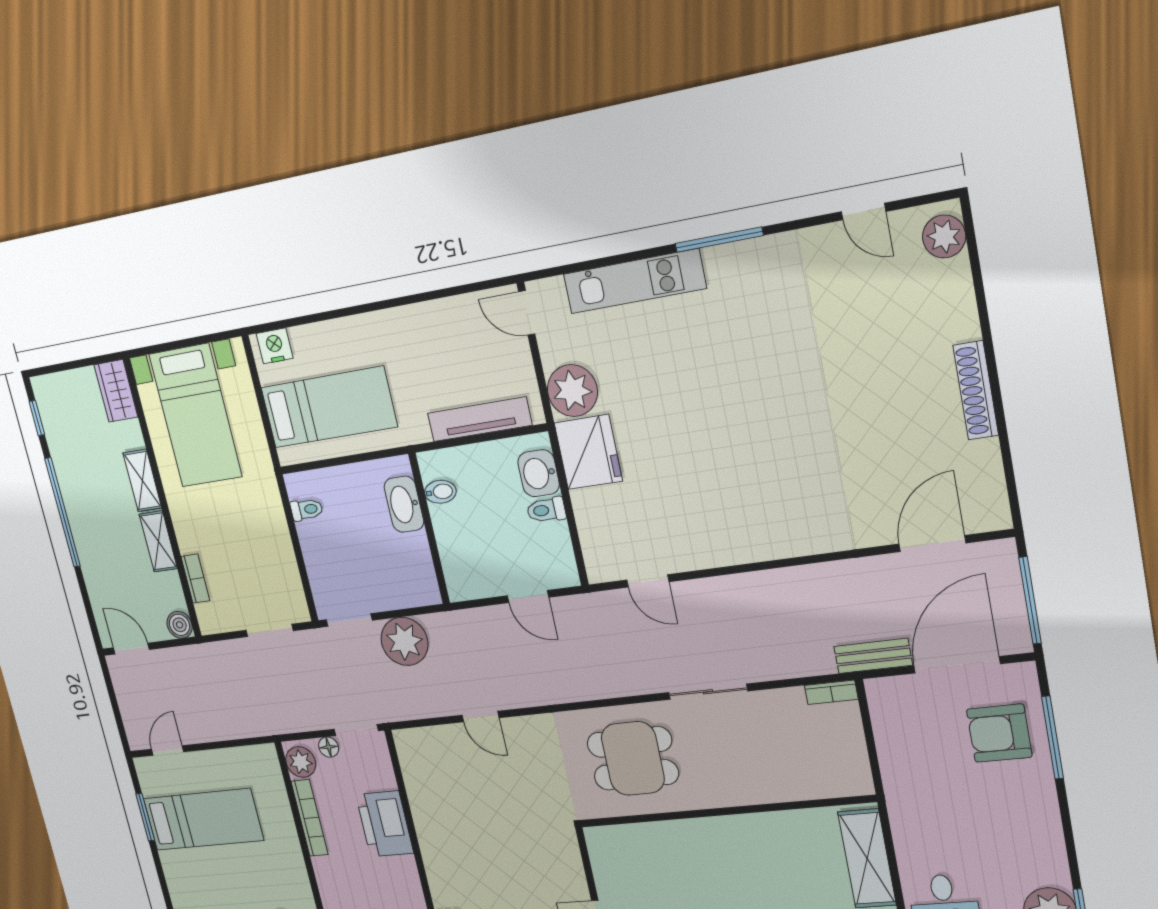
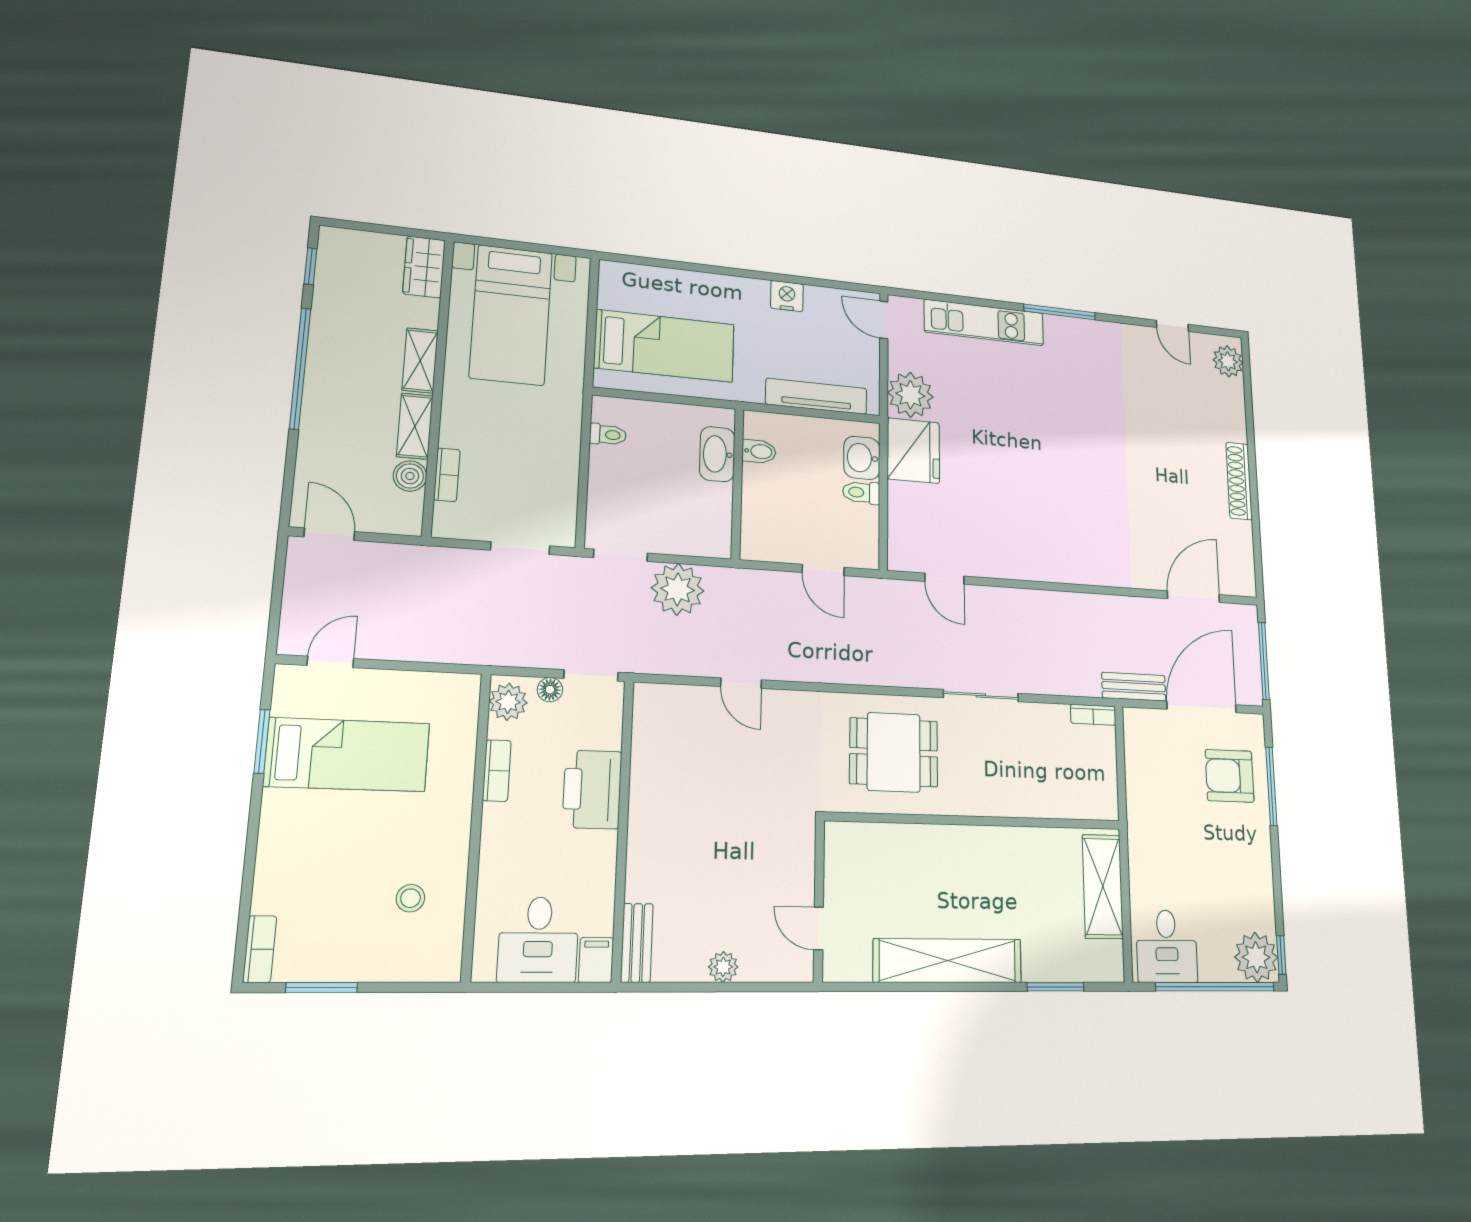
nightstand: (275, 346) -> (787, 296), moved
boiler: (180, 625) -> (410, 476), moved
bookcase: (310, 818) -> (497, 771), width x0.64

